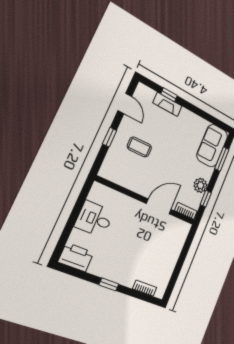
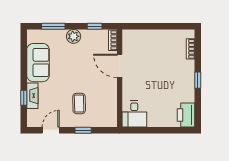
sofa: (212, 146) -> (38, 63), moved, turned -90
plant: (200, 185) -> (74, 36), moved
desk: (94, 219) -> (134, 114), moved

